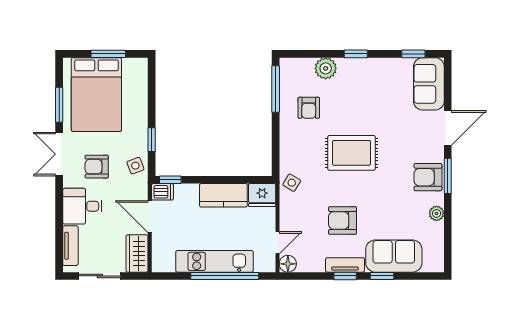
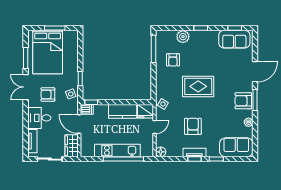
sofa: (429, 84) -> (234, 39), moved, turned -90
armchair: (343, 220) -> (193, 126), turned 90
door: (277, 243) -> (155, 127), moved
sofa: (394, 256) -> (236, 147), moved

